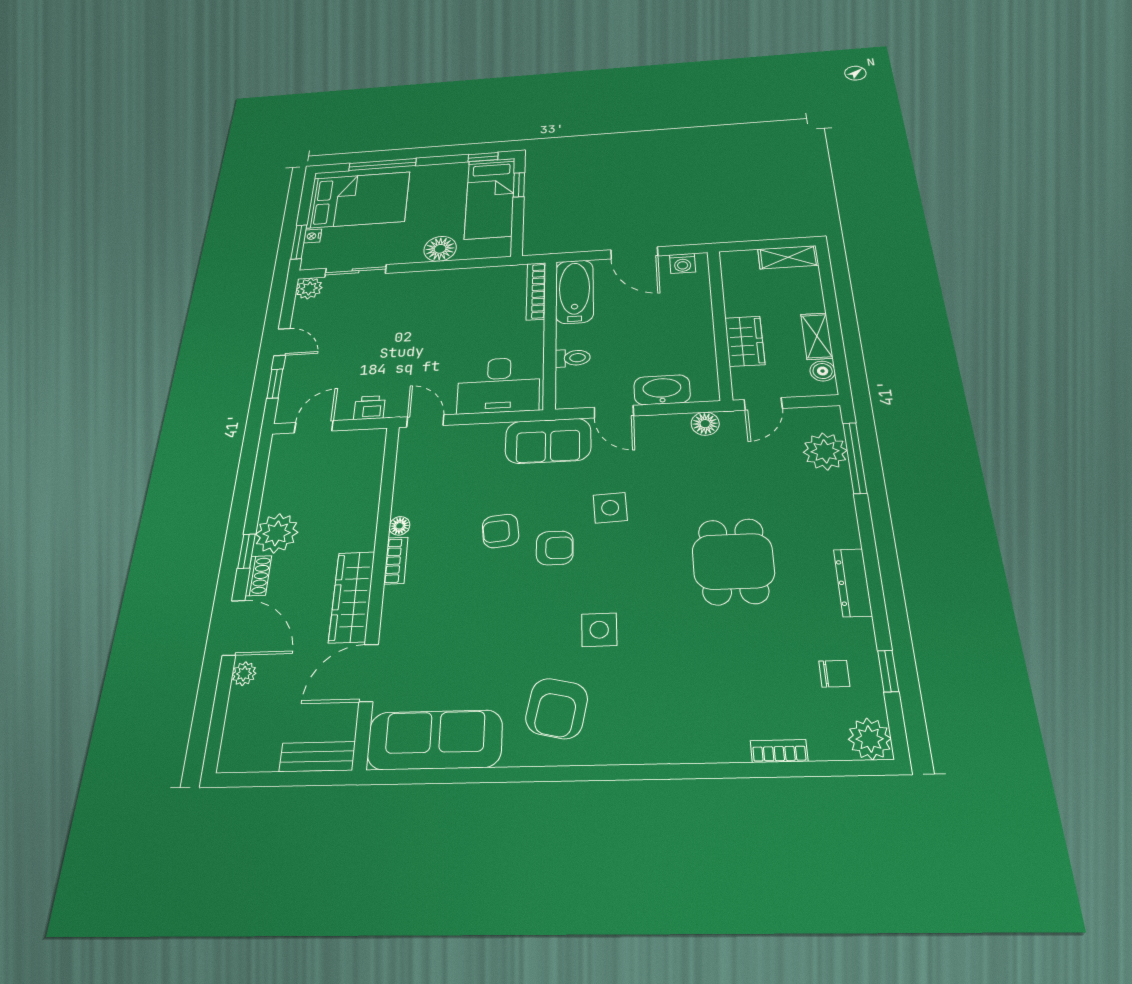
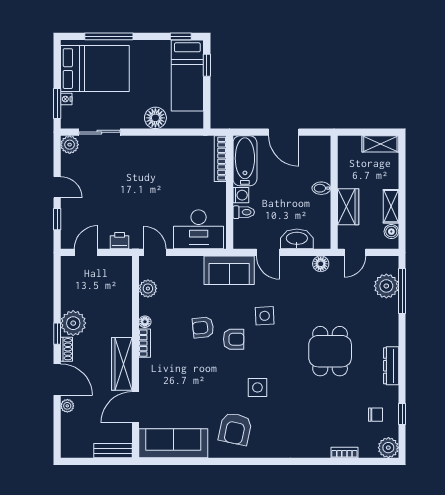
washing machine: (682, 263) -> (241, 195), moved, turned -90
bidet: (698, 319) -> (321, 188), added
plant: (409, 474) -> (148, 288), added

